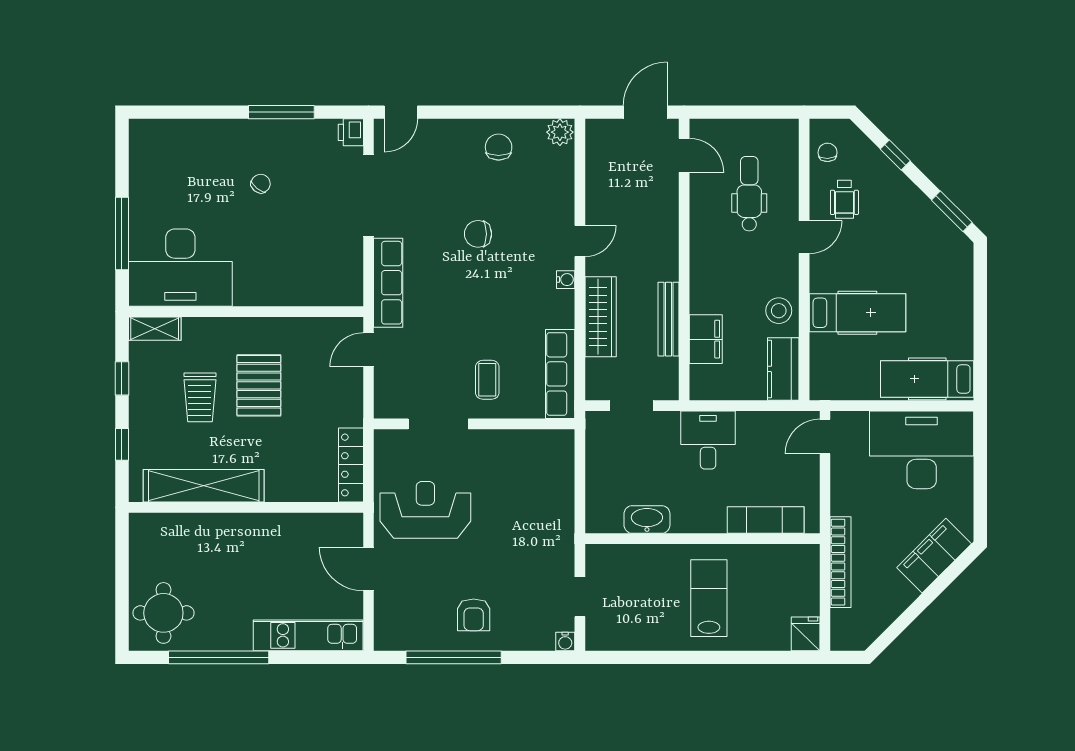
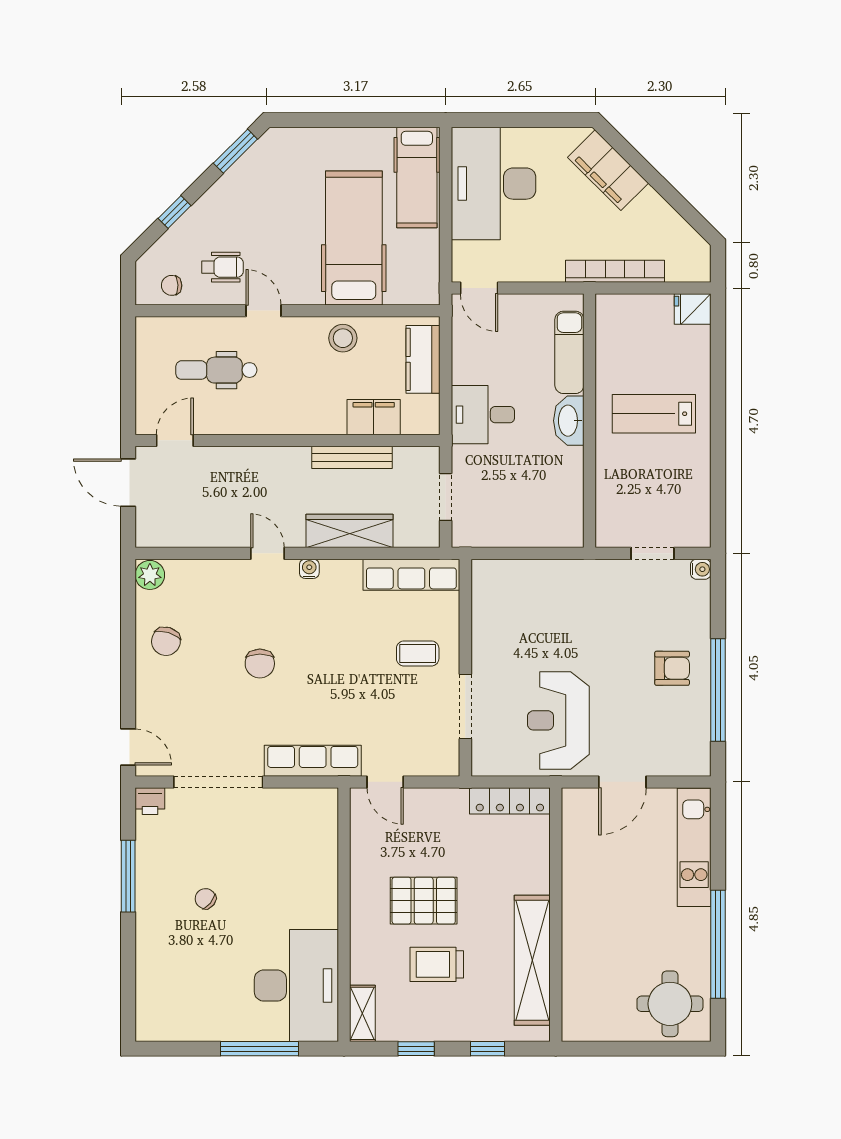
chair: (499, 147) -> (166, 641), turned -73
hospital bed: (857, 313) -> (354, 238), width x1.37, depth x1.29
kitchen counter: (783, 369) -> (423, 359), moved, turned 90
trolley: (200, 397) -> (437, 964), turned 180
washbasin: (647, 519) -> (569, 421), moved

